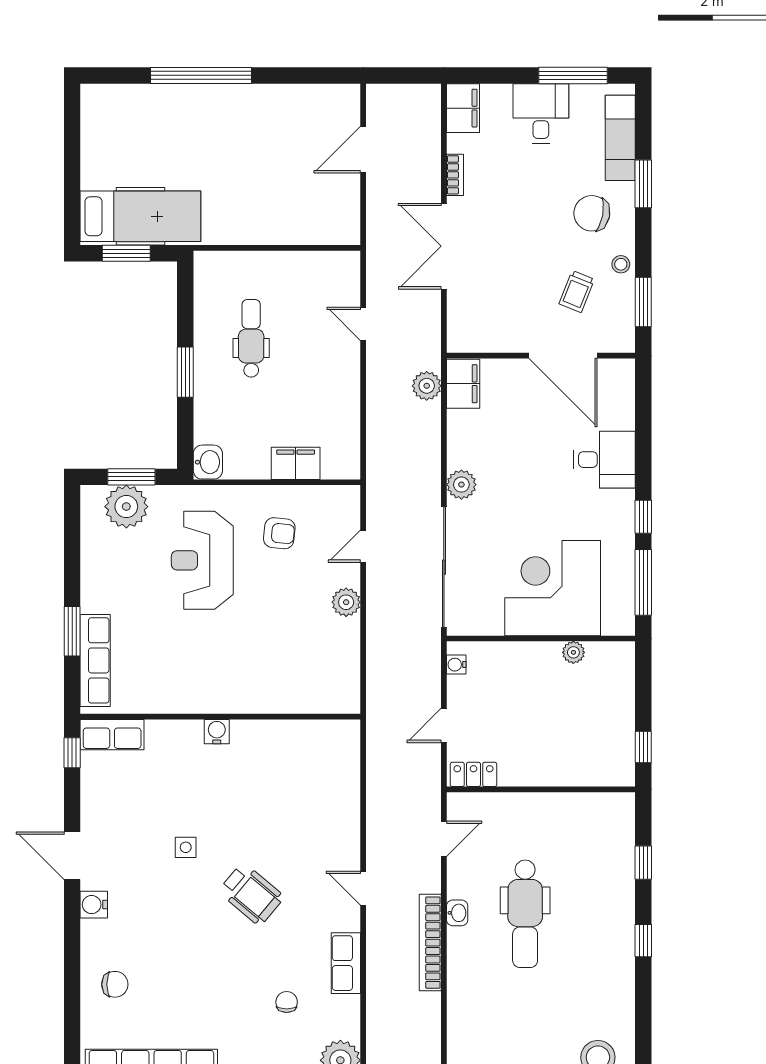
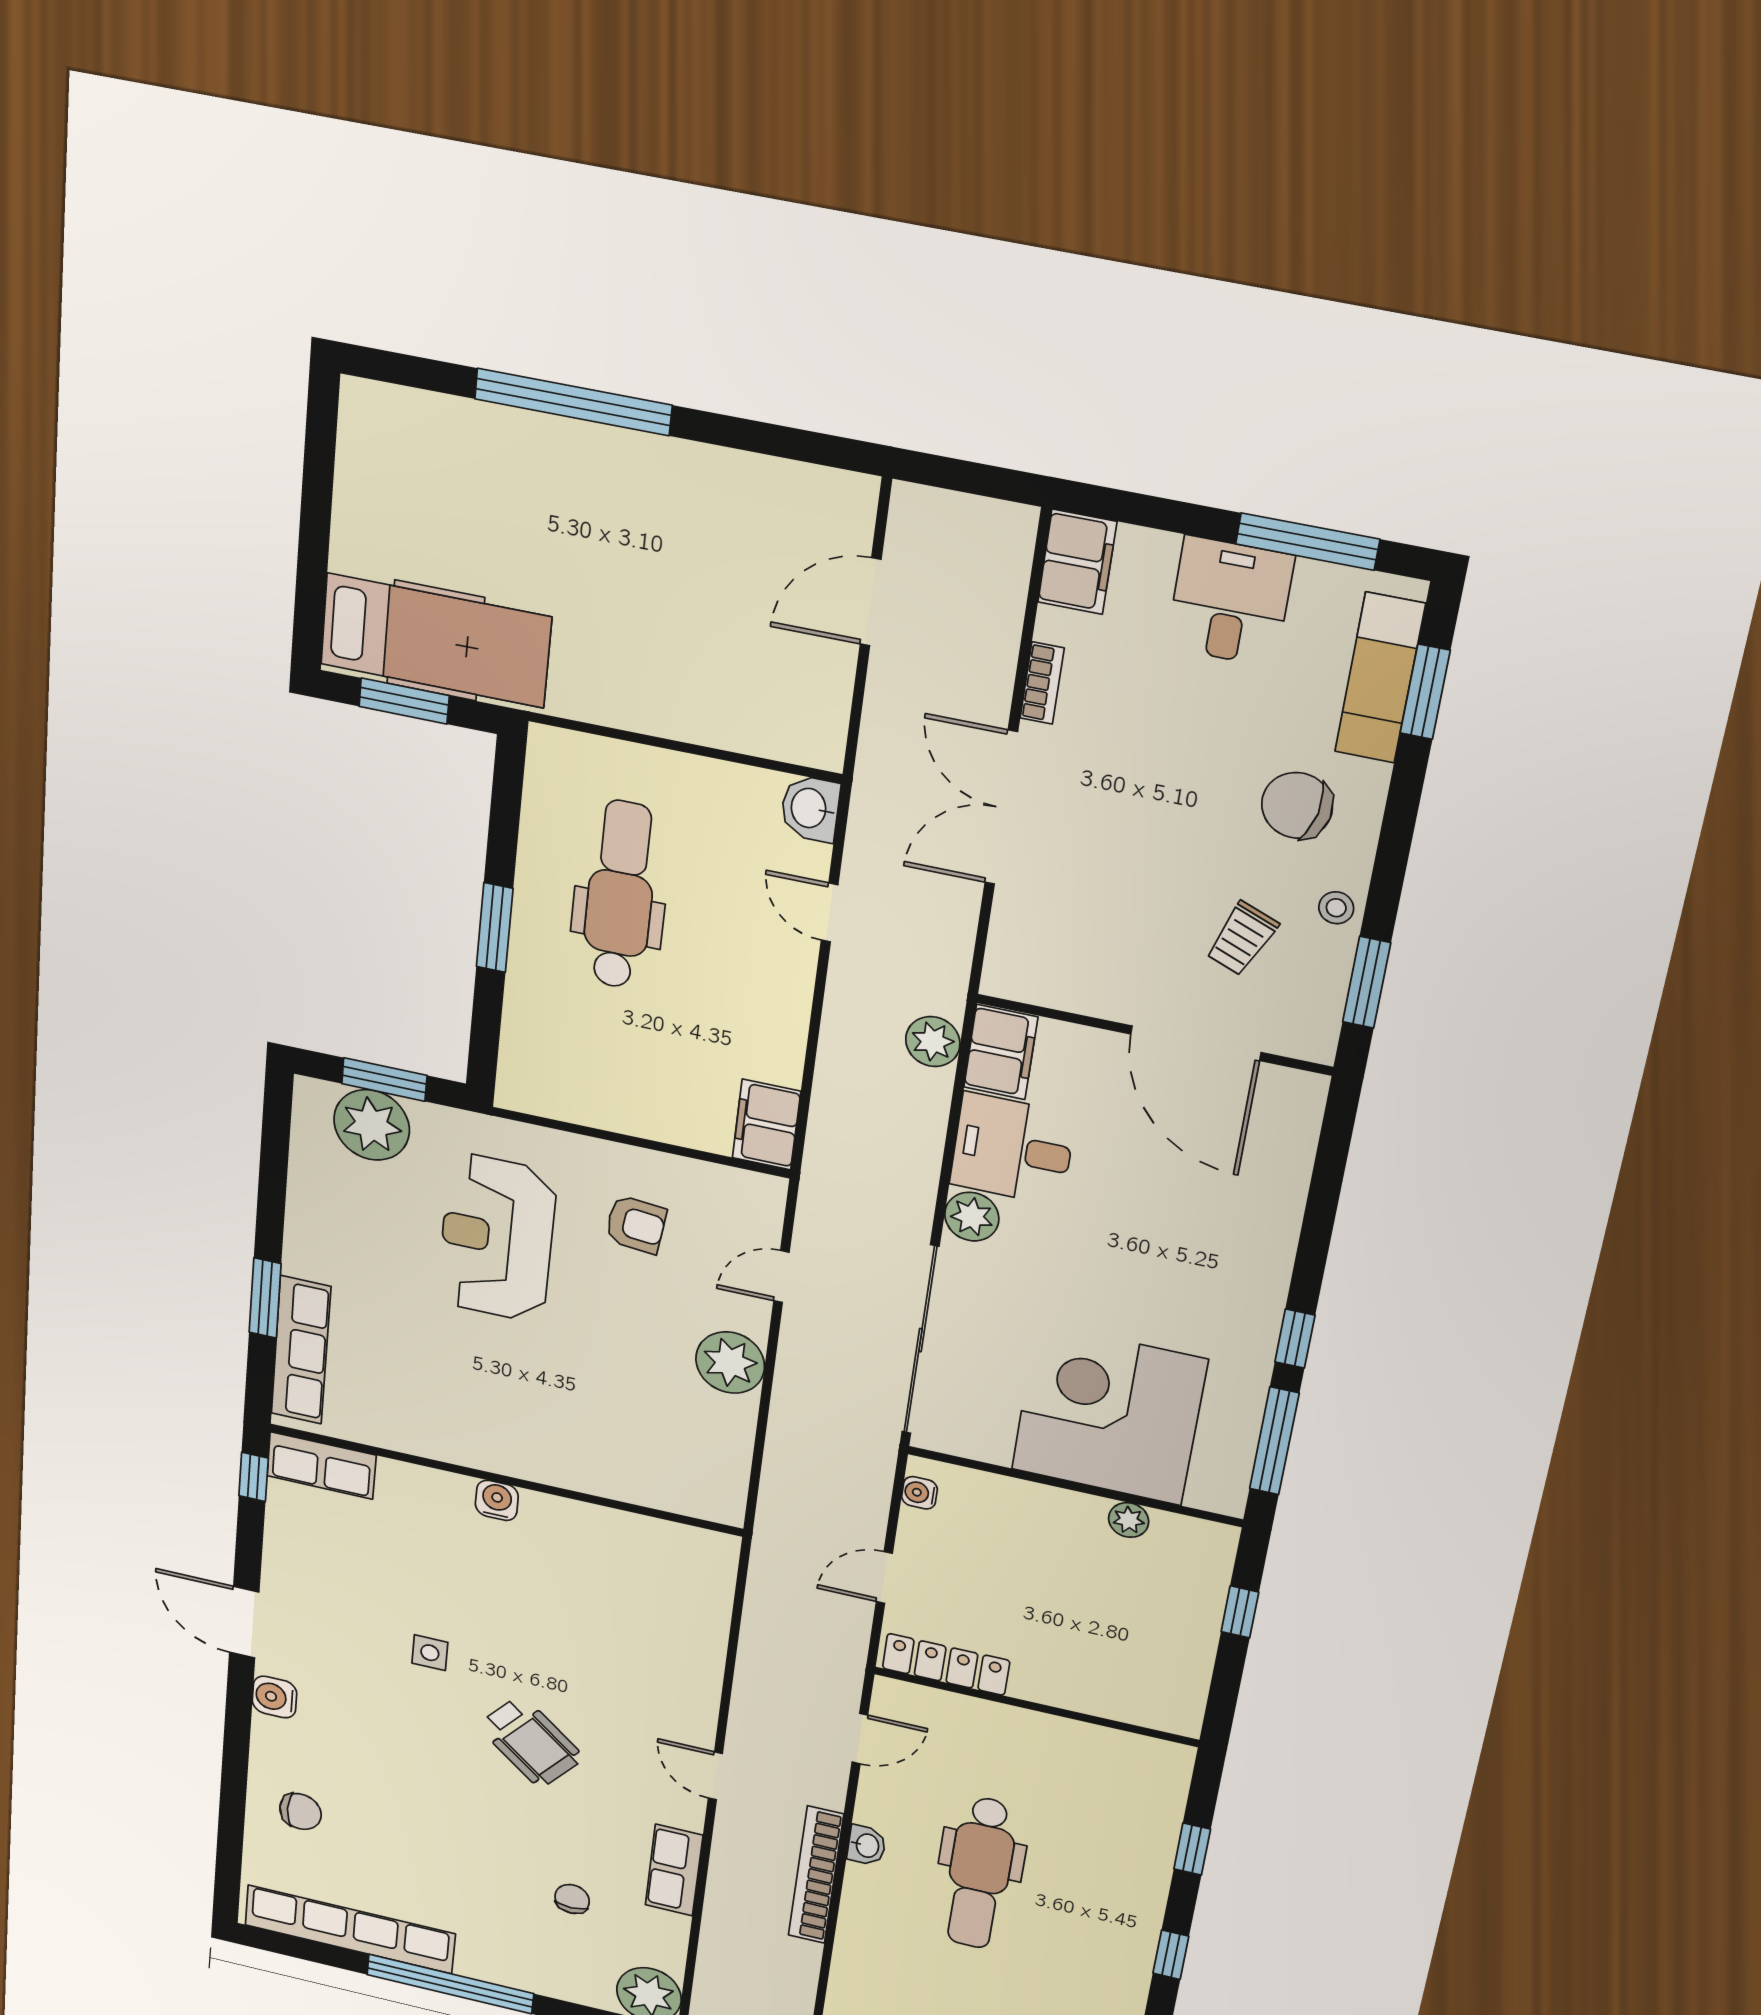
window: (643, 184) -> (1425, 692), moved
dental chair: (251, 338) -> (620, 895), width x1.36, depth x1.38
desk: (604, 460) -> (1013, 1149), moved, turned 180
washbasin: (208, 462) -> (810, 808), moved, turned 180
filing cabinet: (296, 463) -> (767, 1125), moved, turned -90
plant: (346, 602) -> (730, 1363), width x1.36, depth x1.36
window: (643, 747) -> (1240, 1612), moved
locker: (473, 774) -> (946, 1664), width x1.53

